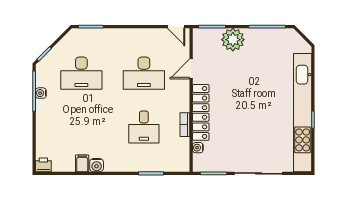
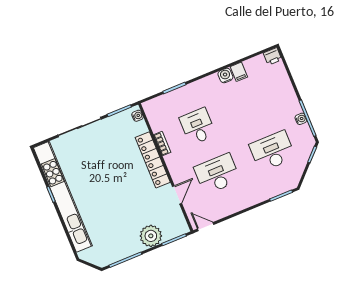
water cooler: (198, 148) -> (137, 116), moved

